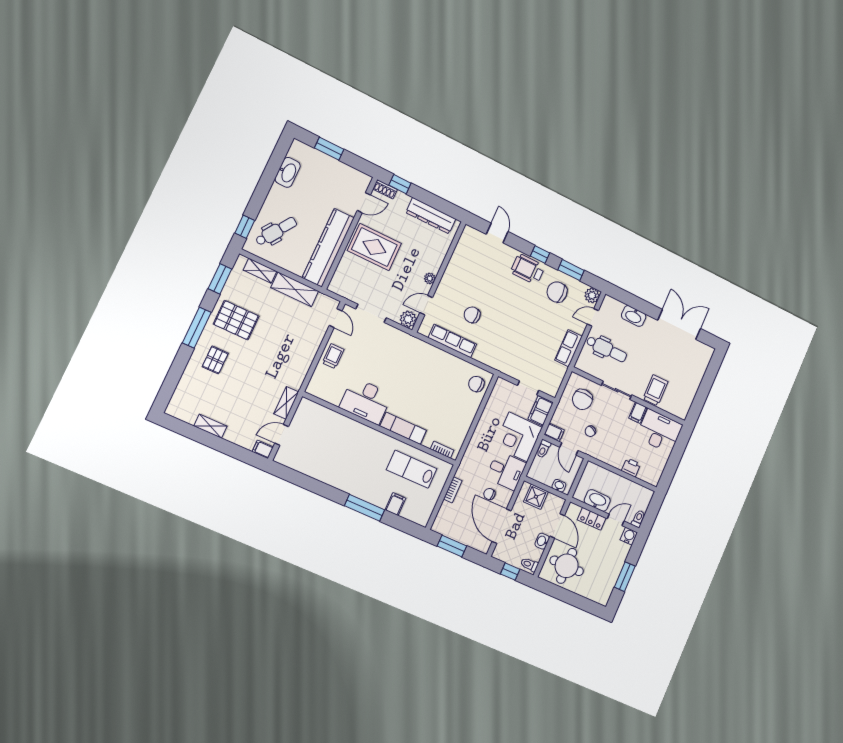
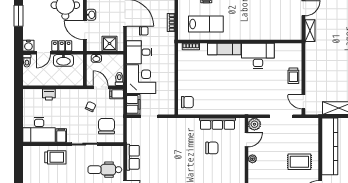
rug: (374, 247) -> (299, 162), width x0.73, depth x0.70
trolley: (655, 390) -> (55, 157), turned -90

